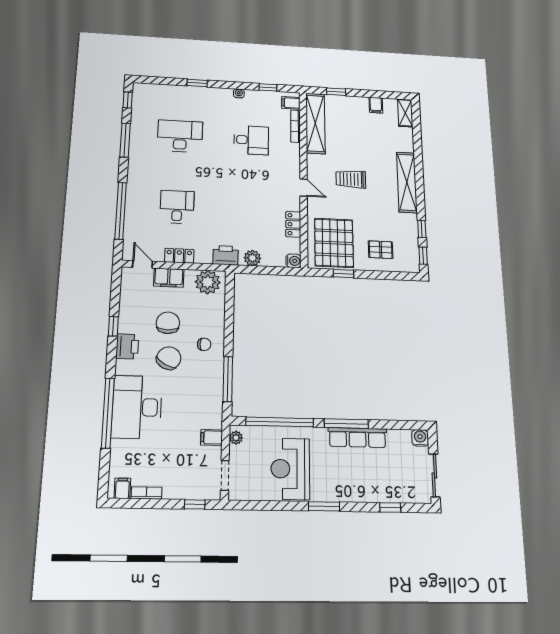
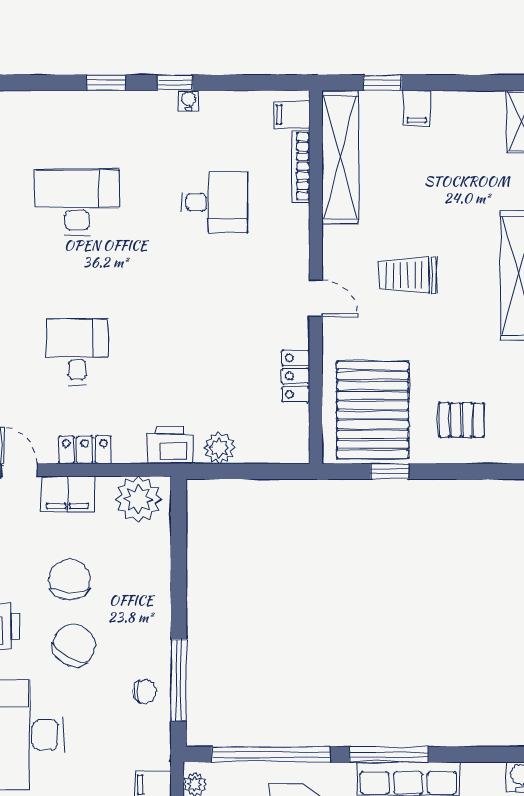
window: (268, 87) -> (175, 83), moved
filing cabinet: (376, 105) -> (417, 108), moved
water cooler: (294, 261) -> (296, 450), removed
chair: (204, 344) -> (145, 692), moved

